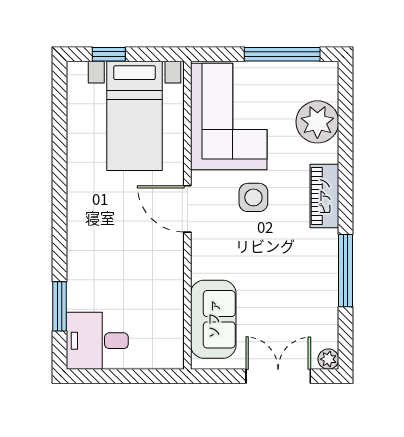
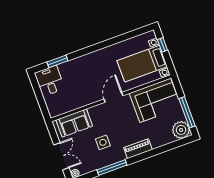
plant: (317, 122) -> (181, 130), moved
side table: (253, 197) -> (103, 142), moved

